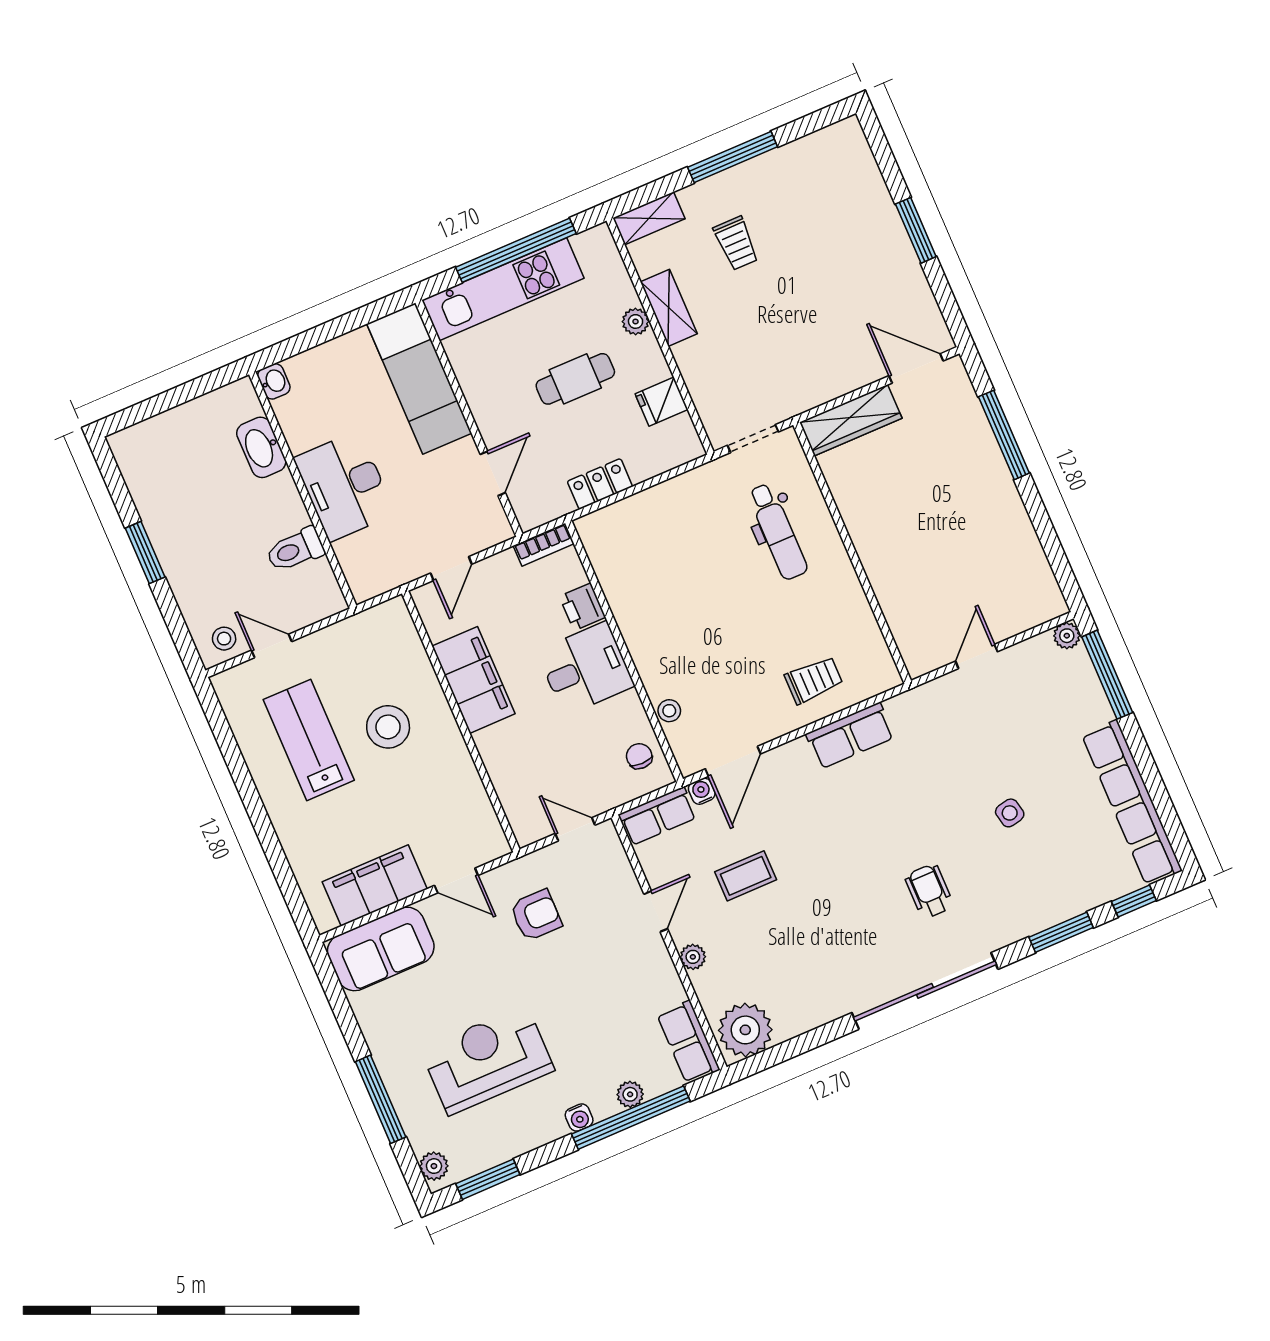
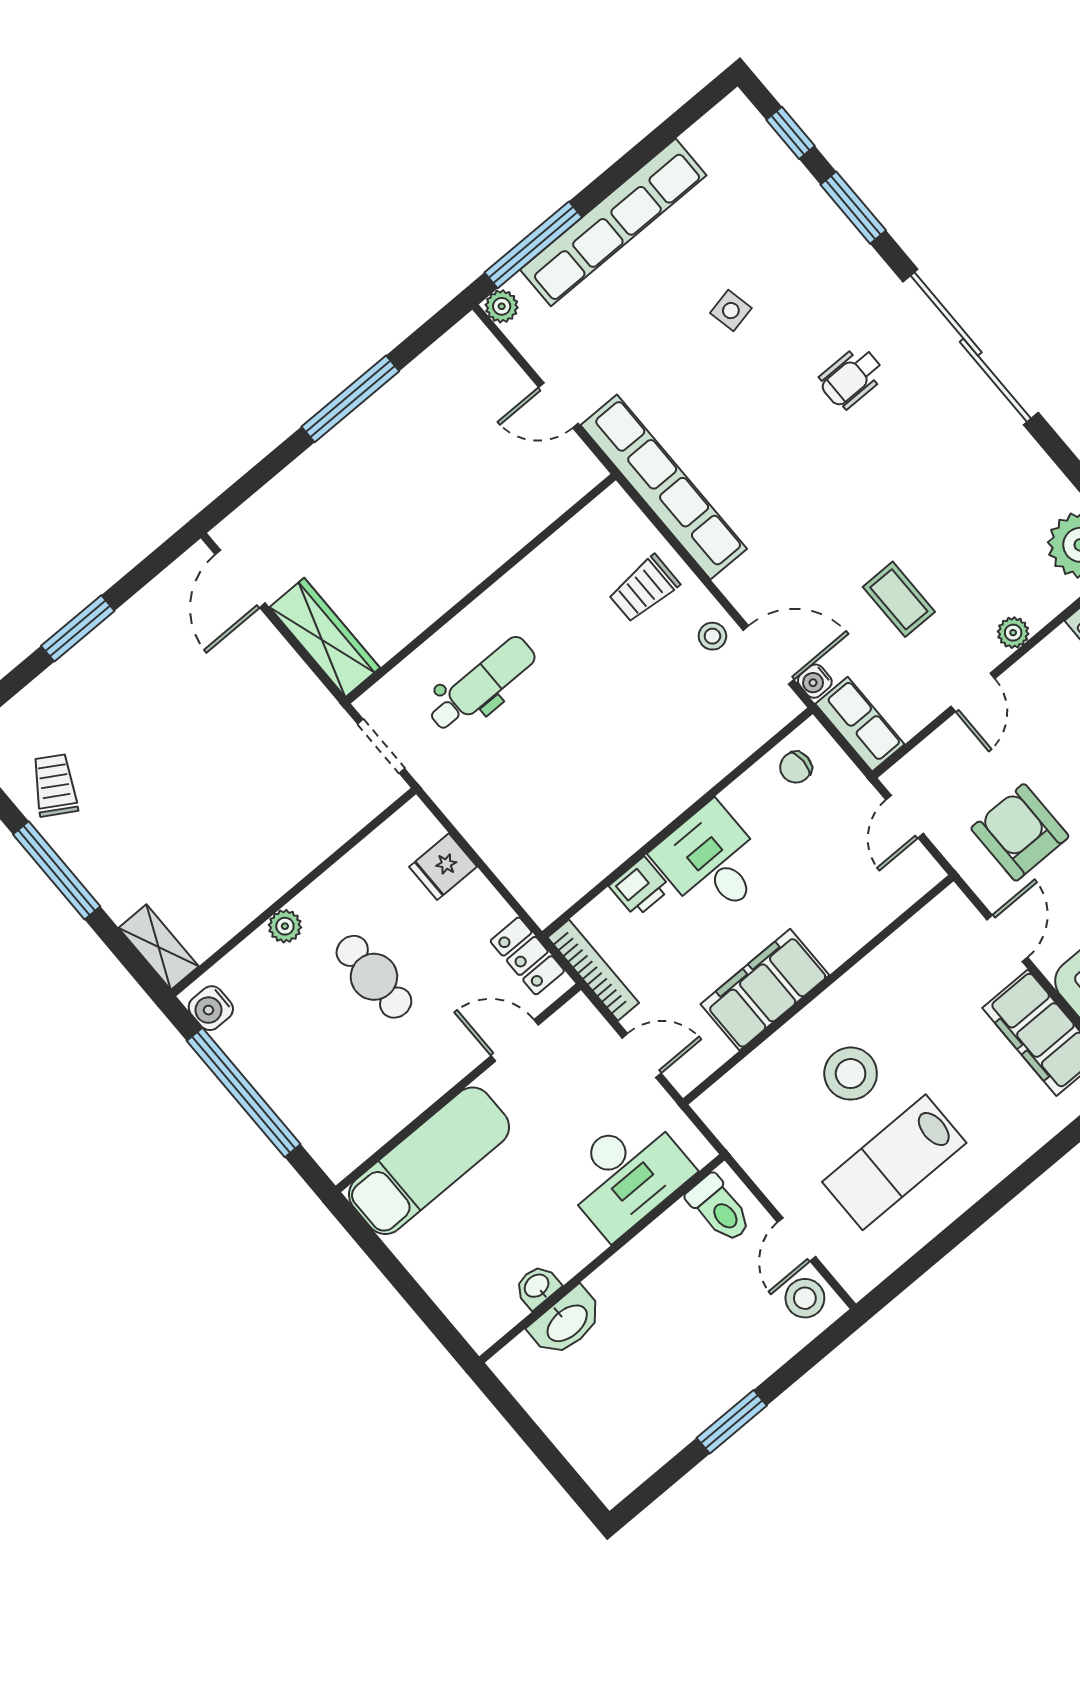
trolley: (736, 243) -> (55, 785), moved, turned -59
water cooler: (589, 245) -> (211, 1008), added
kitchen unit: (503, 289) -> (294, 1094), removed
shelving: (669, 308) -> (257, 892), removed
washbasin: (274, 381) -> (537, 1286), moved
fridge: (662, 402) -> (443, 867), moved, turned 90
window: (1004, 435) -> (350, 399), moved
locker: (600, 484) -> (527, 956), moved
desk: (344, 486) -> (626, 1174), moved
bookcase: (544, 545) -> (593, 970), width x1.56
toilet: (295, 550) -> (719, 1209), moved
stool: (224, 639) -> (805, 1298), width x1.37, depth x1.37
trolley: (814, 680) -> (644, 589), turned -90
stool: (669, 711) -> (712, 636), moved
row of seats: (850, 736) -> (664, 487), width x2.02
row of seats: (1132, 803) -> (613, 222), moved
door: (656, 911) -> (973, 692), swing flipped
armchair: (536, 915) -> (1020, 832), width x1.38, depth x1.38

